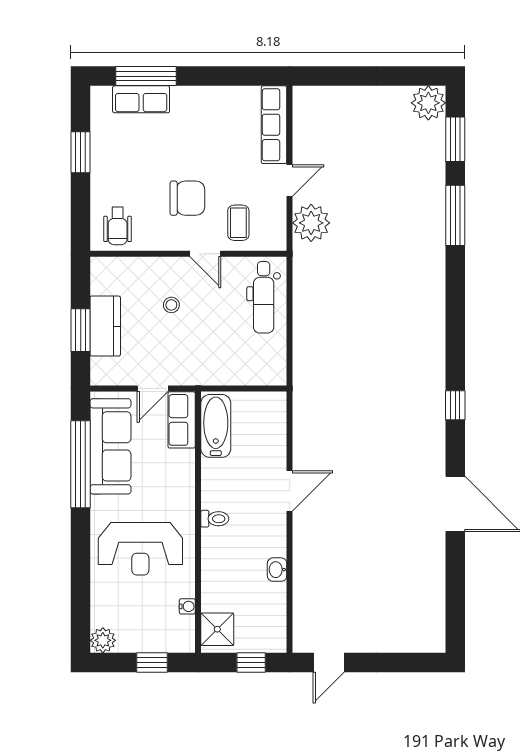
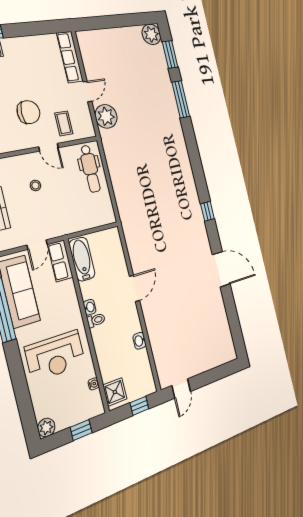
washbasin: (210, 497) -> (90, 307), added

